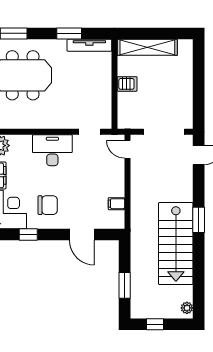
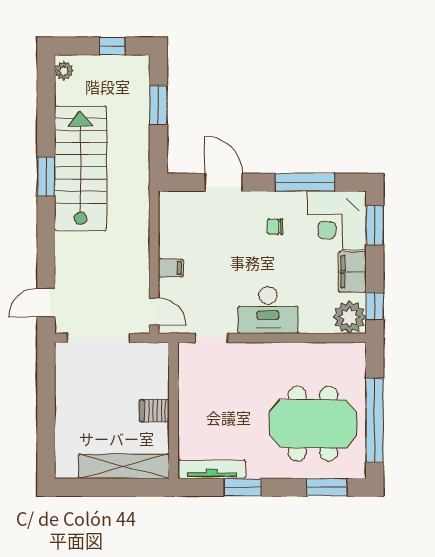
filing cabinet: (116, 204) -> (171, 268), moved
chair: (48, 205) -> (275, 227), width x0.54, depth x0.54
window: (199, 220) -> (46, 177), moved
window: (28, 234) -> (305, 182), width x2.17

